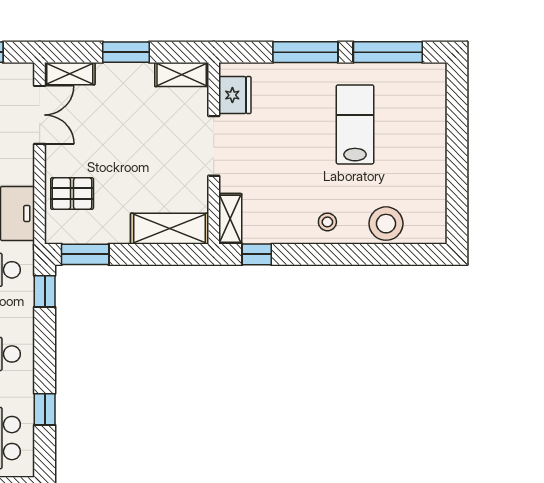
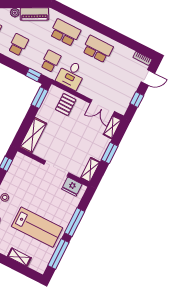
lab bench: (355, 124) -> (37, 227), width x1.36, depth x1.39
shelving: (230, 219) -> (19, 257), moved

